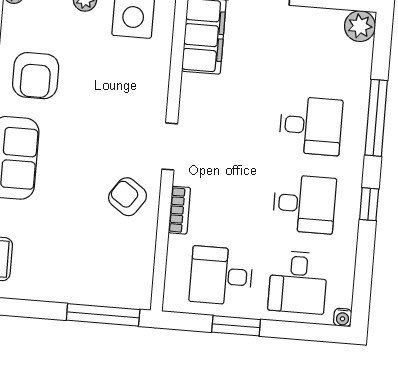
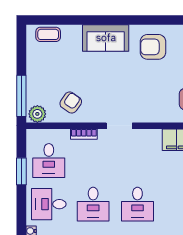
armchair: (128, 197) -> (71, 103), moved
desk: (221, 276) -> (49, 161), turned 180
plant: (137, 289) -> (37, 114), added

